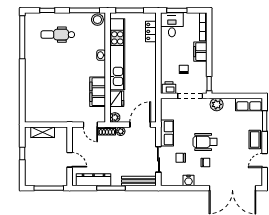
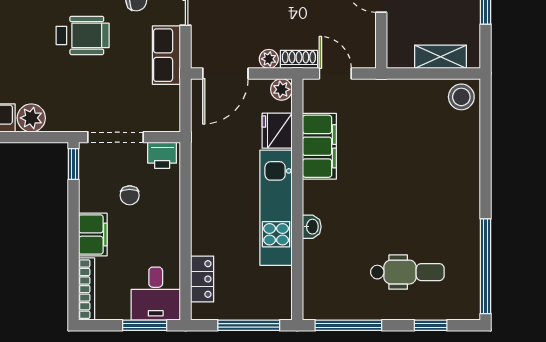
stool: (97, 20) -> (461, 97), moved
kitchen unit: (117, 54) -> (276, 208), width x0.73
plant: (217, 104) -> (31, 118), moved

